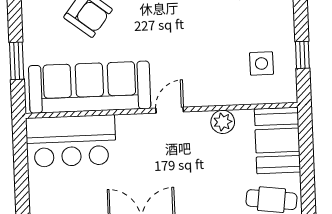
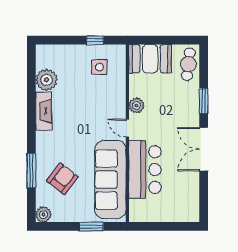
plant: (223, 122) -> (136, 105), moved
bar counter: (71, 141) -> (145, 170), moved

